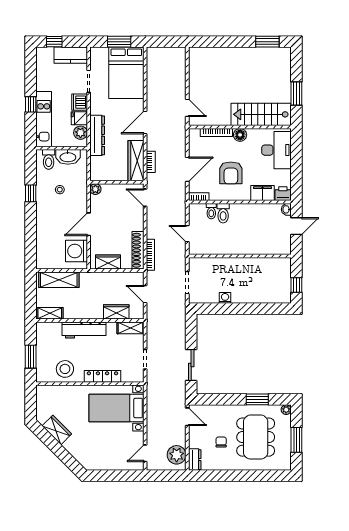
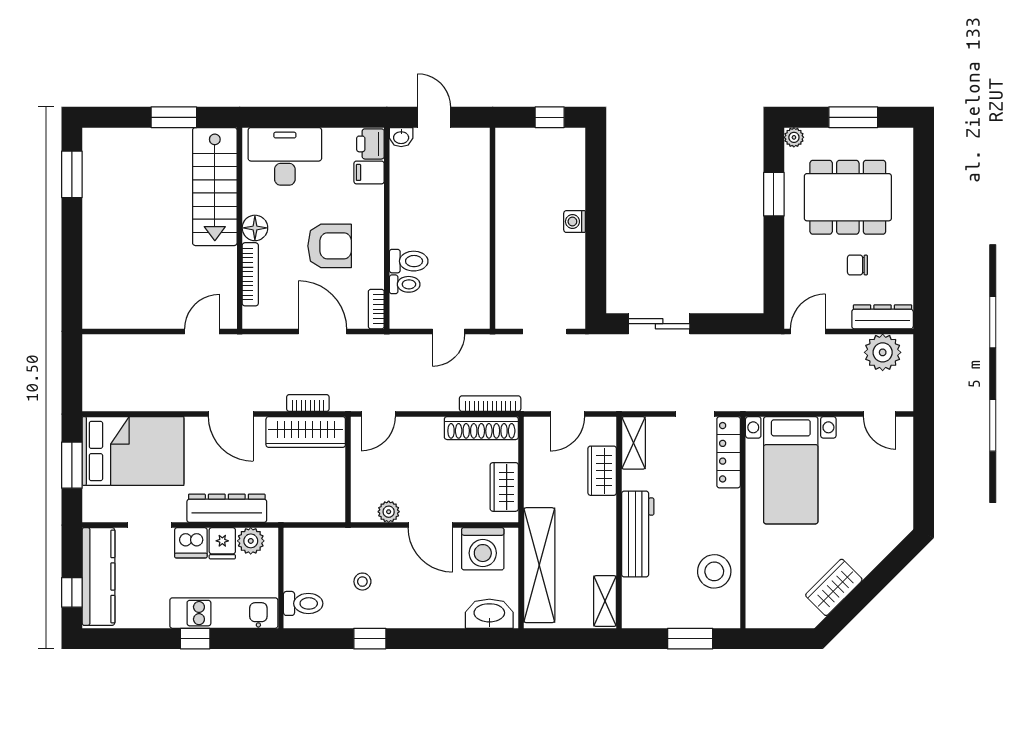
kitchen counter: (71, 55) -> (98, 576), width x1.50
dresser: (97, 135) -> (227, 508), moved
washbasin: (68, 157) -> (489, 614), moved, turned -90
plant: (95, 189) -> (389, 512), moved
filing cabinet: (263, 193) -> (369, 172), width x0.50
shelving: (59, 280) -> (539, 565), width x1.47
washing machine: (225, 298) -> (575, 222), moved
sliding door: (191, 365) -> (659, 324), moved
locker: (102, 376) -> (729, 452), moved
dresser: (195, 460) -> (883, 317), width x1.44

